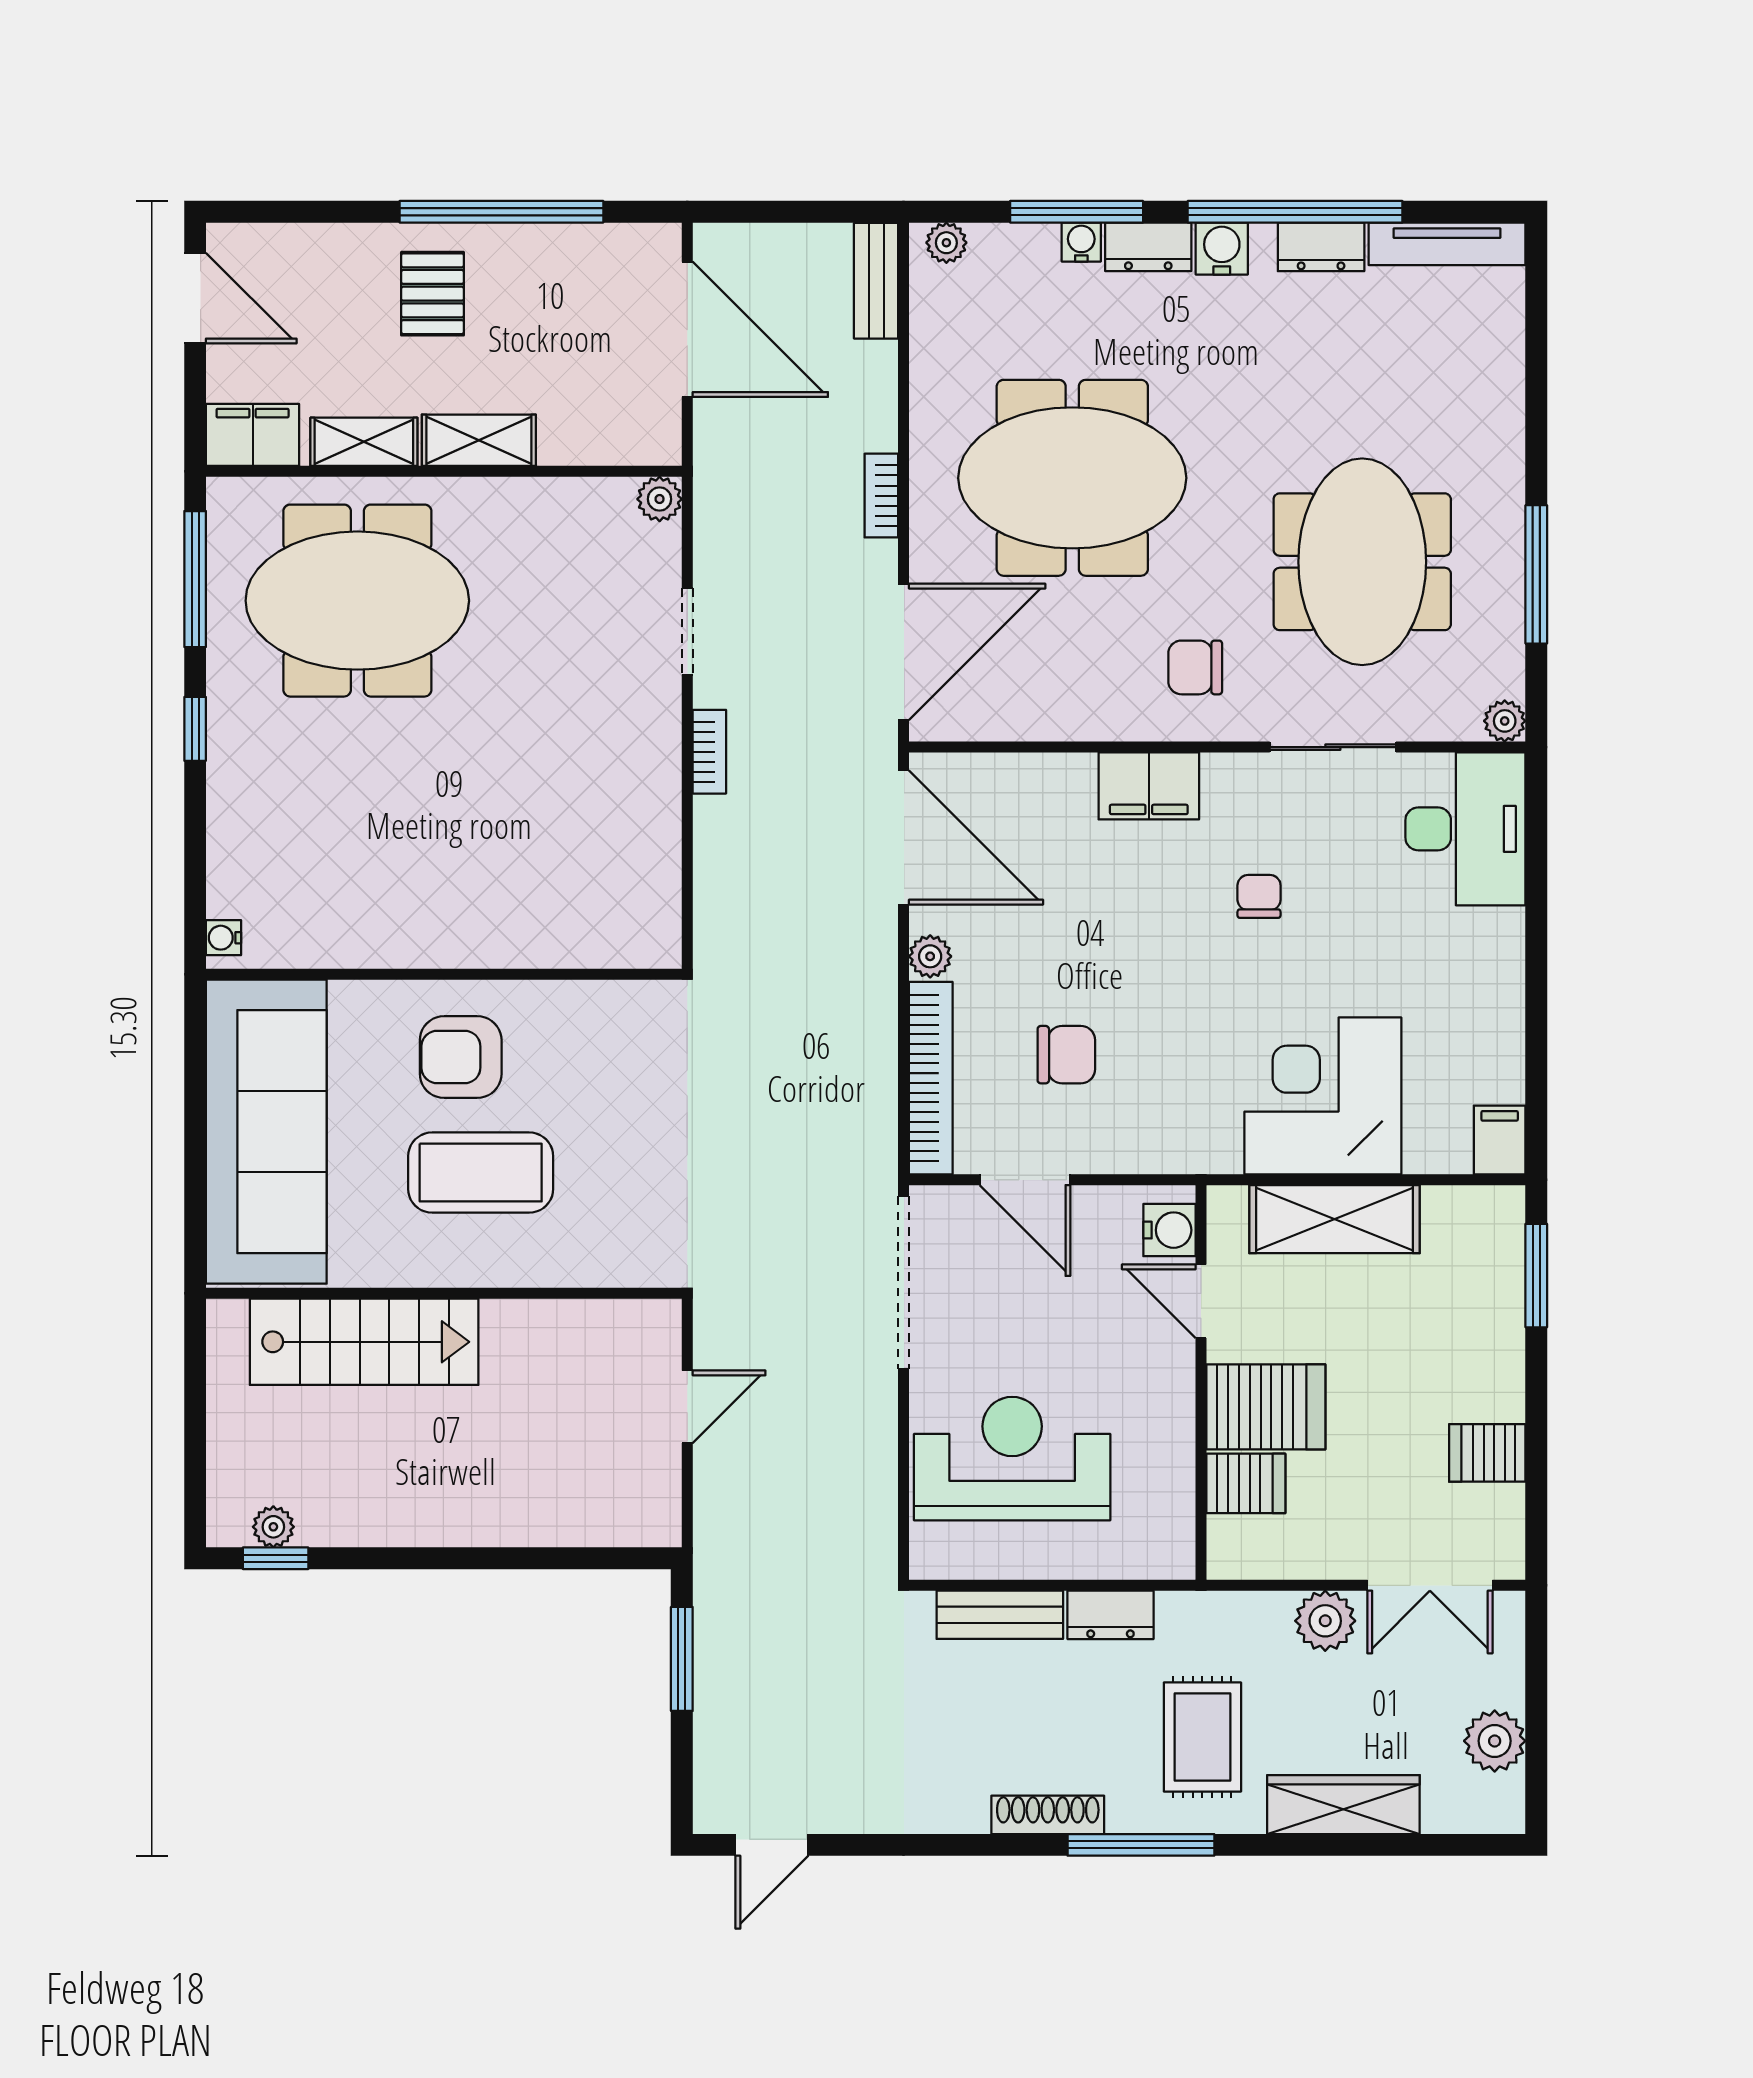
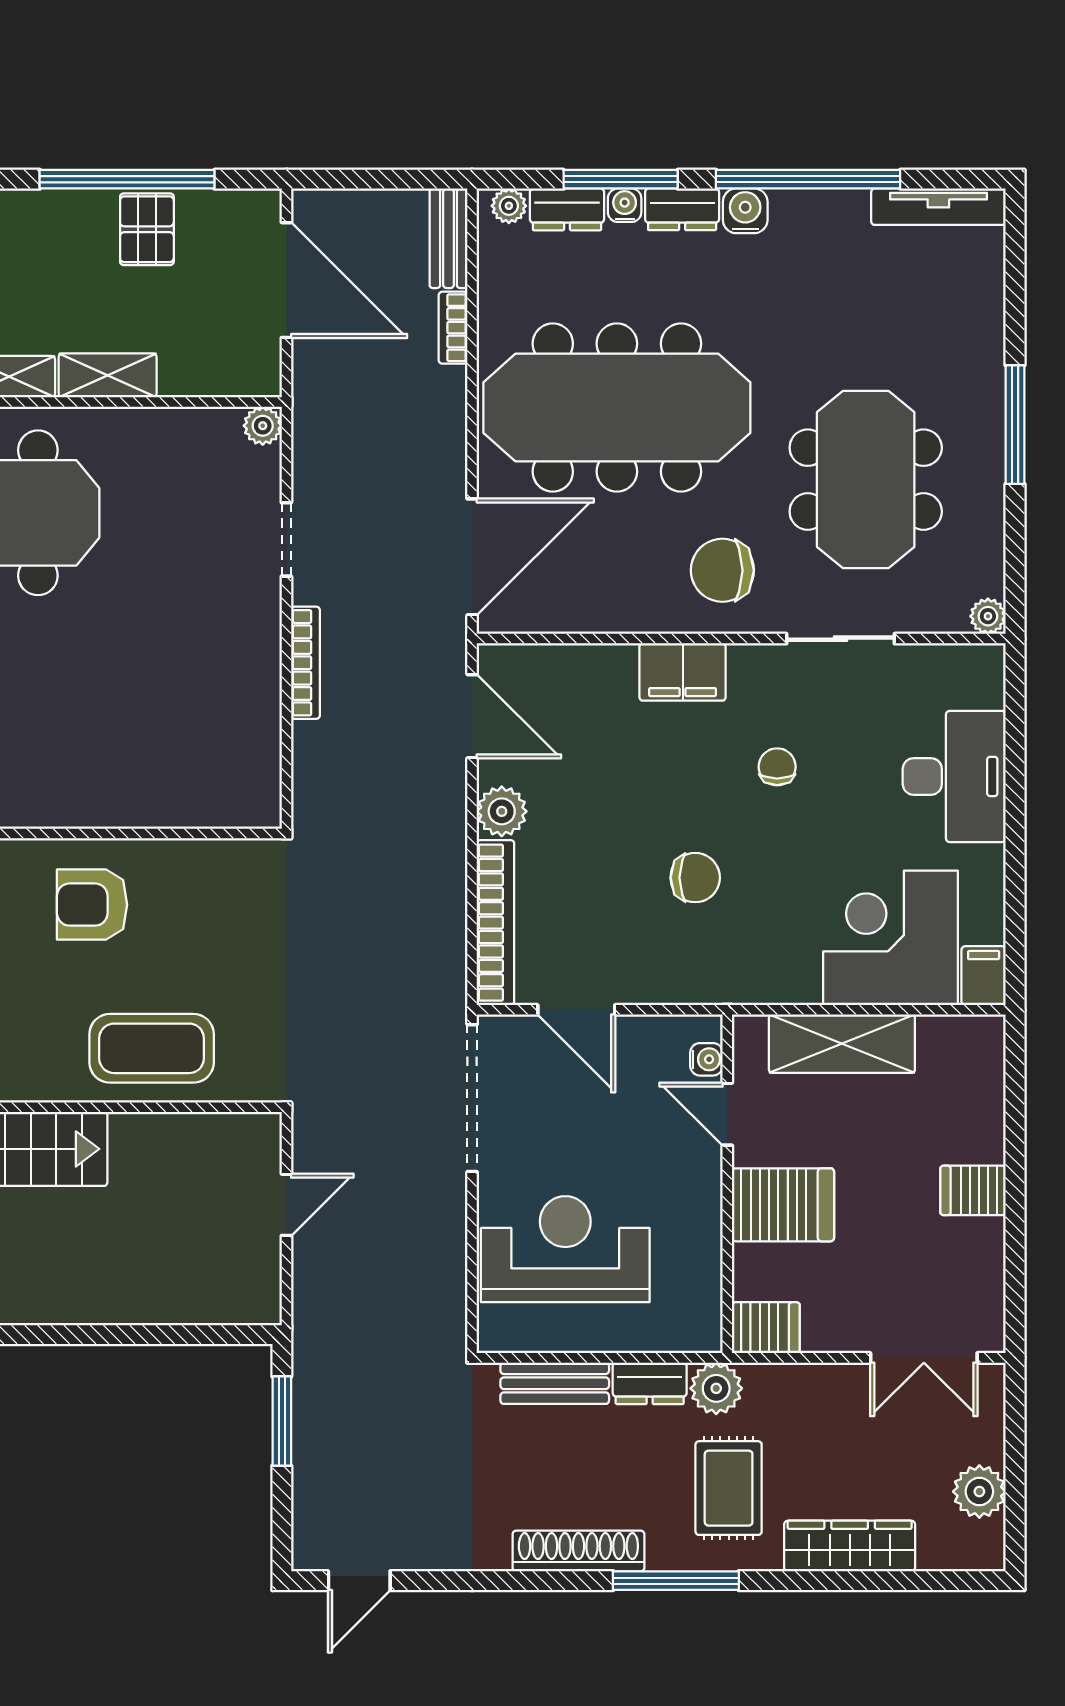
dresser: (1321, 247) -> (567, 209), moved
pallet: (433, 294) -> (147, 229), moved
meeting table: (1072, 478) -> (617, 408), width x1.36
bookcase: (881, 496) -> (453, 328), moved
window: (1536, 574) -> (1015, 425), moved
chair: (1195, 667) -> (722, 570), width x1.37, depth x1.37
bookcase: (709, 752) -> (305, 663), width x1.56
desk: (1465, 829) -> (954, 776), moved
door: (904, 838) -> (472, 716), width x0.73
plant: (930, 956) -> (502, 811), width x1.38, depth x1.38
chair: (1066, 1055) -> (695, 878), moved
corner desk: (1323, 1096) -> (890, 938), moved
coffee table: (481, 1173) -> (152, 1048), moved
water cooler: (1169, 1230) -> (706, 1059), width x0.72, depth x0.72
window: (1536, 1276) -> (1015, 1092), removed
server rack: (1487, 1453) -> (973, 1190), moved
server rack: (1246, 1483) -> (766, 1328), moved
plant: (1325, 1621) -> (716, 1388), moved
shoe rack: (1048, 1815) -> (578, 1551), width x1.36, depth x1.24

